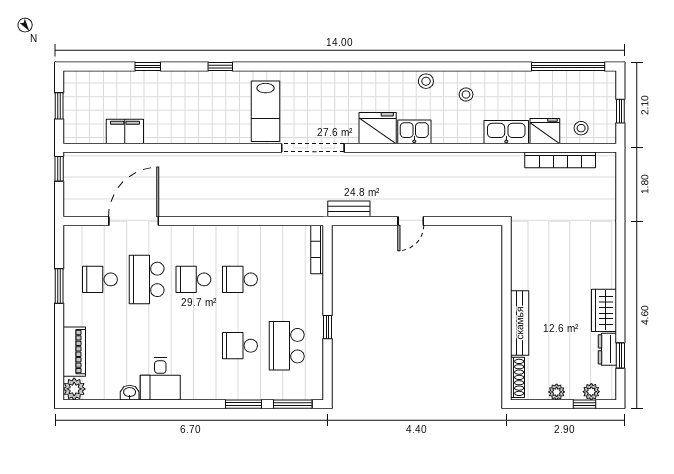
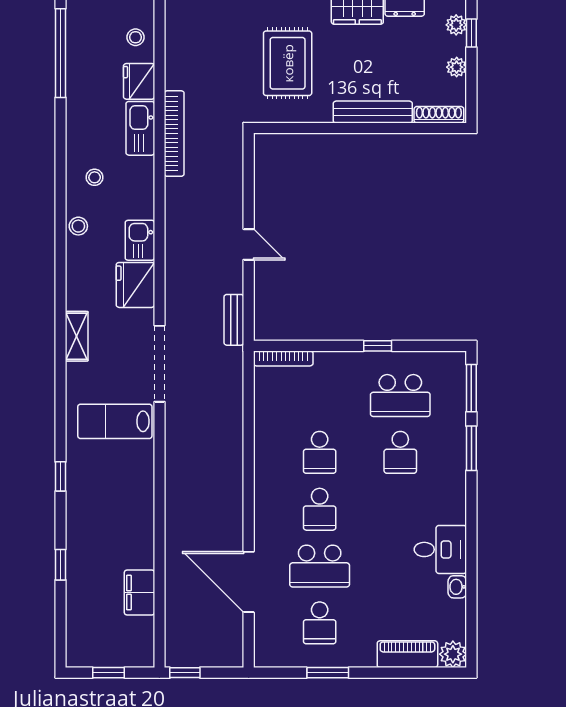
shelving: (335, 80) -> (77, 336), added
lab bench: (266, 111) -> (115, 421), turned 180
bookcase: (560, 160) -> (174, 134), moved
rug: (560, 253) -> (288, 63), added

